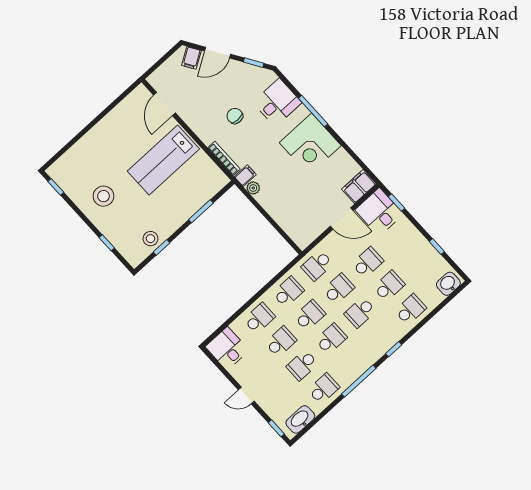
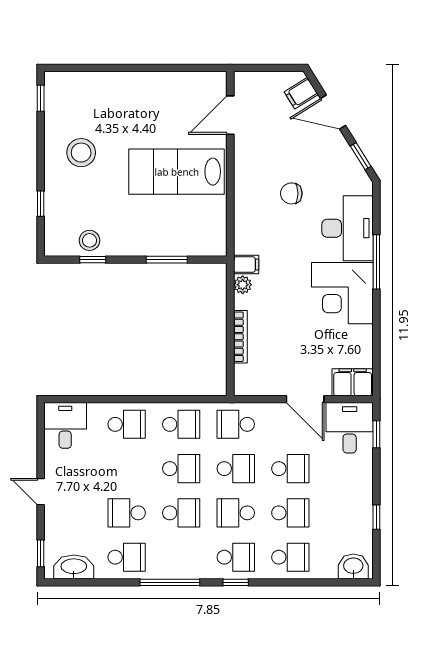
desk: (277, 102) -> (347, 228), width x1.37
chair: (235, 116) -> (291, 193), turned -90
bookcase: (224, 158) -> (240, 337), moved
school desk: (281, 342) -> (236, 557), moved

